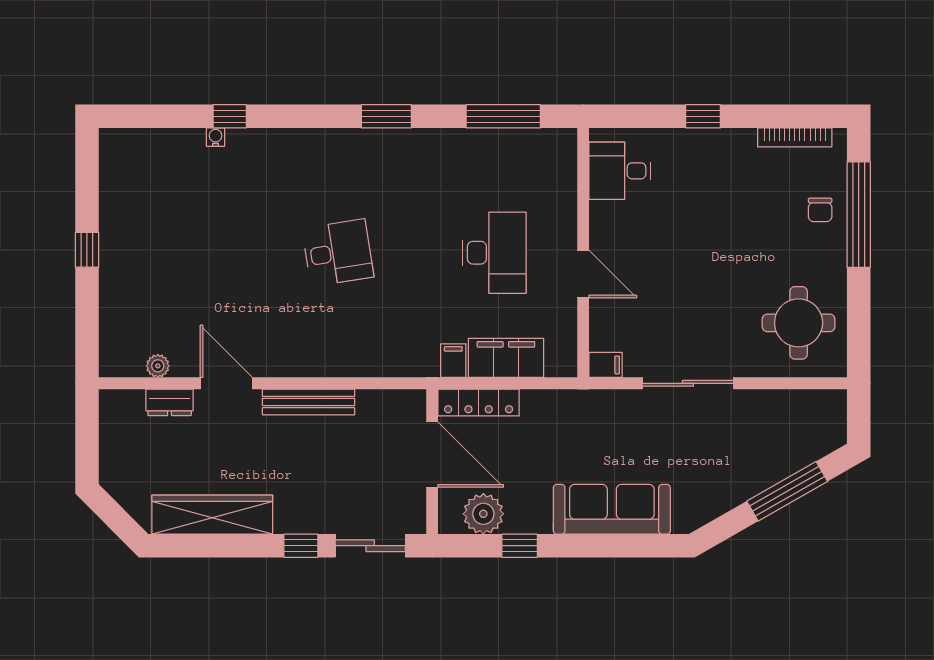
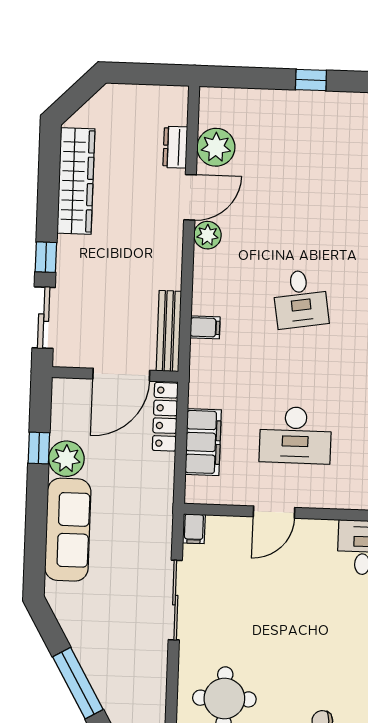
filing cabinet: (453, 361) -> (205, 327), moved
plant: (269, 362) -> (207, 235), added
plant: (158, 366) -> (216, 147), width x1.88, depth x1.88
bench: (309, 402) -> (169, 331), moved
plant: (483, 514) -> (66, 459), moved

